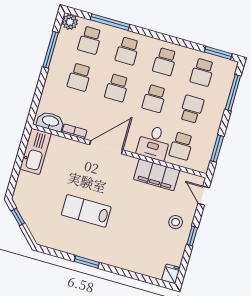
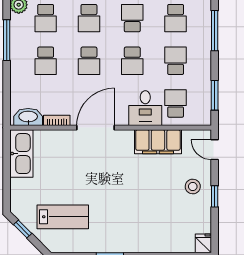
school desk: (165, 62) -> (132, 18), turned 180
school desk: (181, 146) -> (176, 103), turned 180
lab bench: (86, 211) -> (63, 217), moved, turned 180

